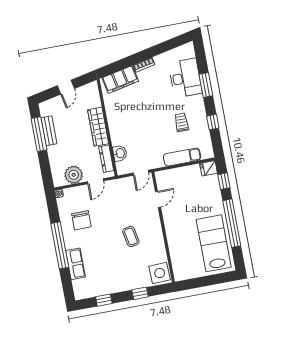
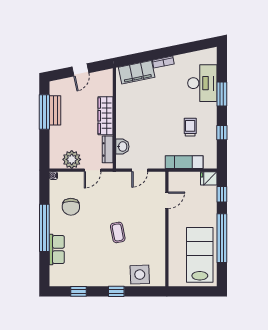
door: (158, 199) -> (167, 200), moved
wall: (163, 227) -> (167, 229), moved

